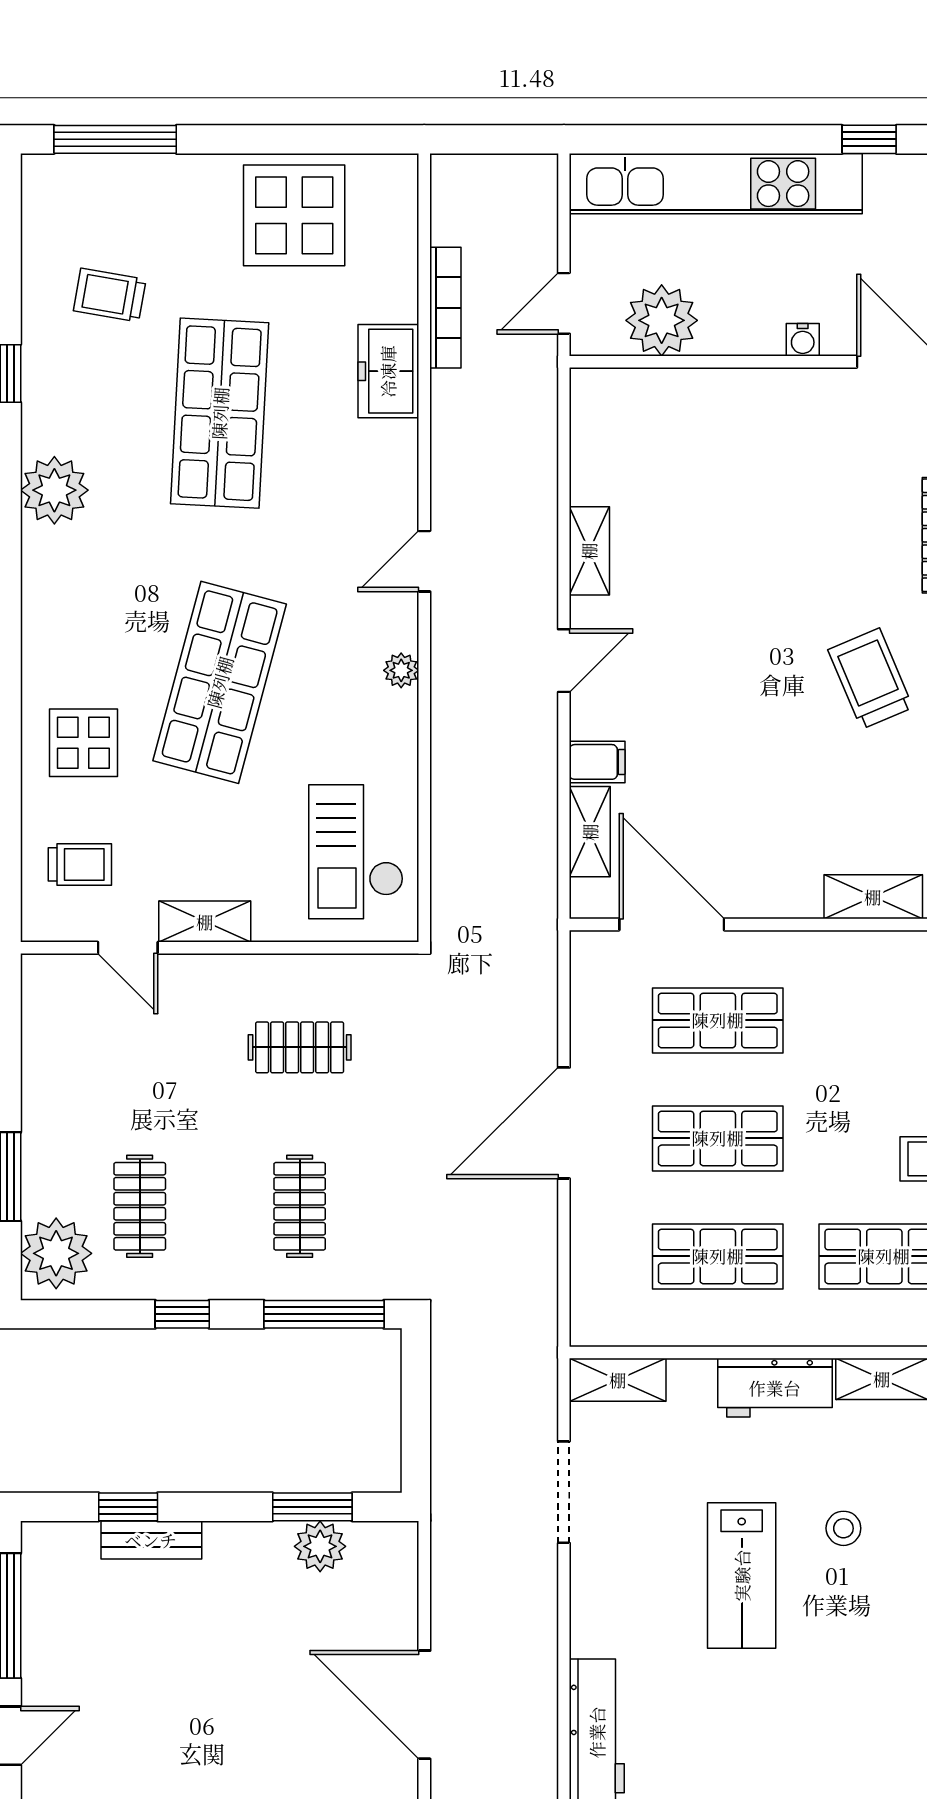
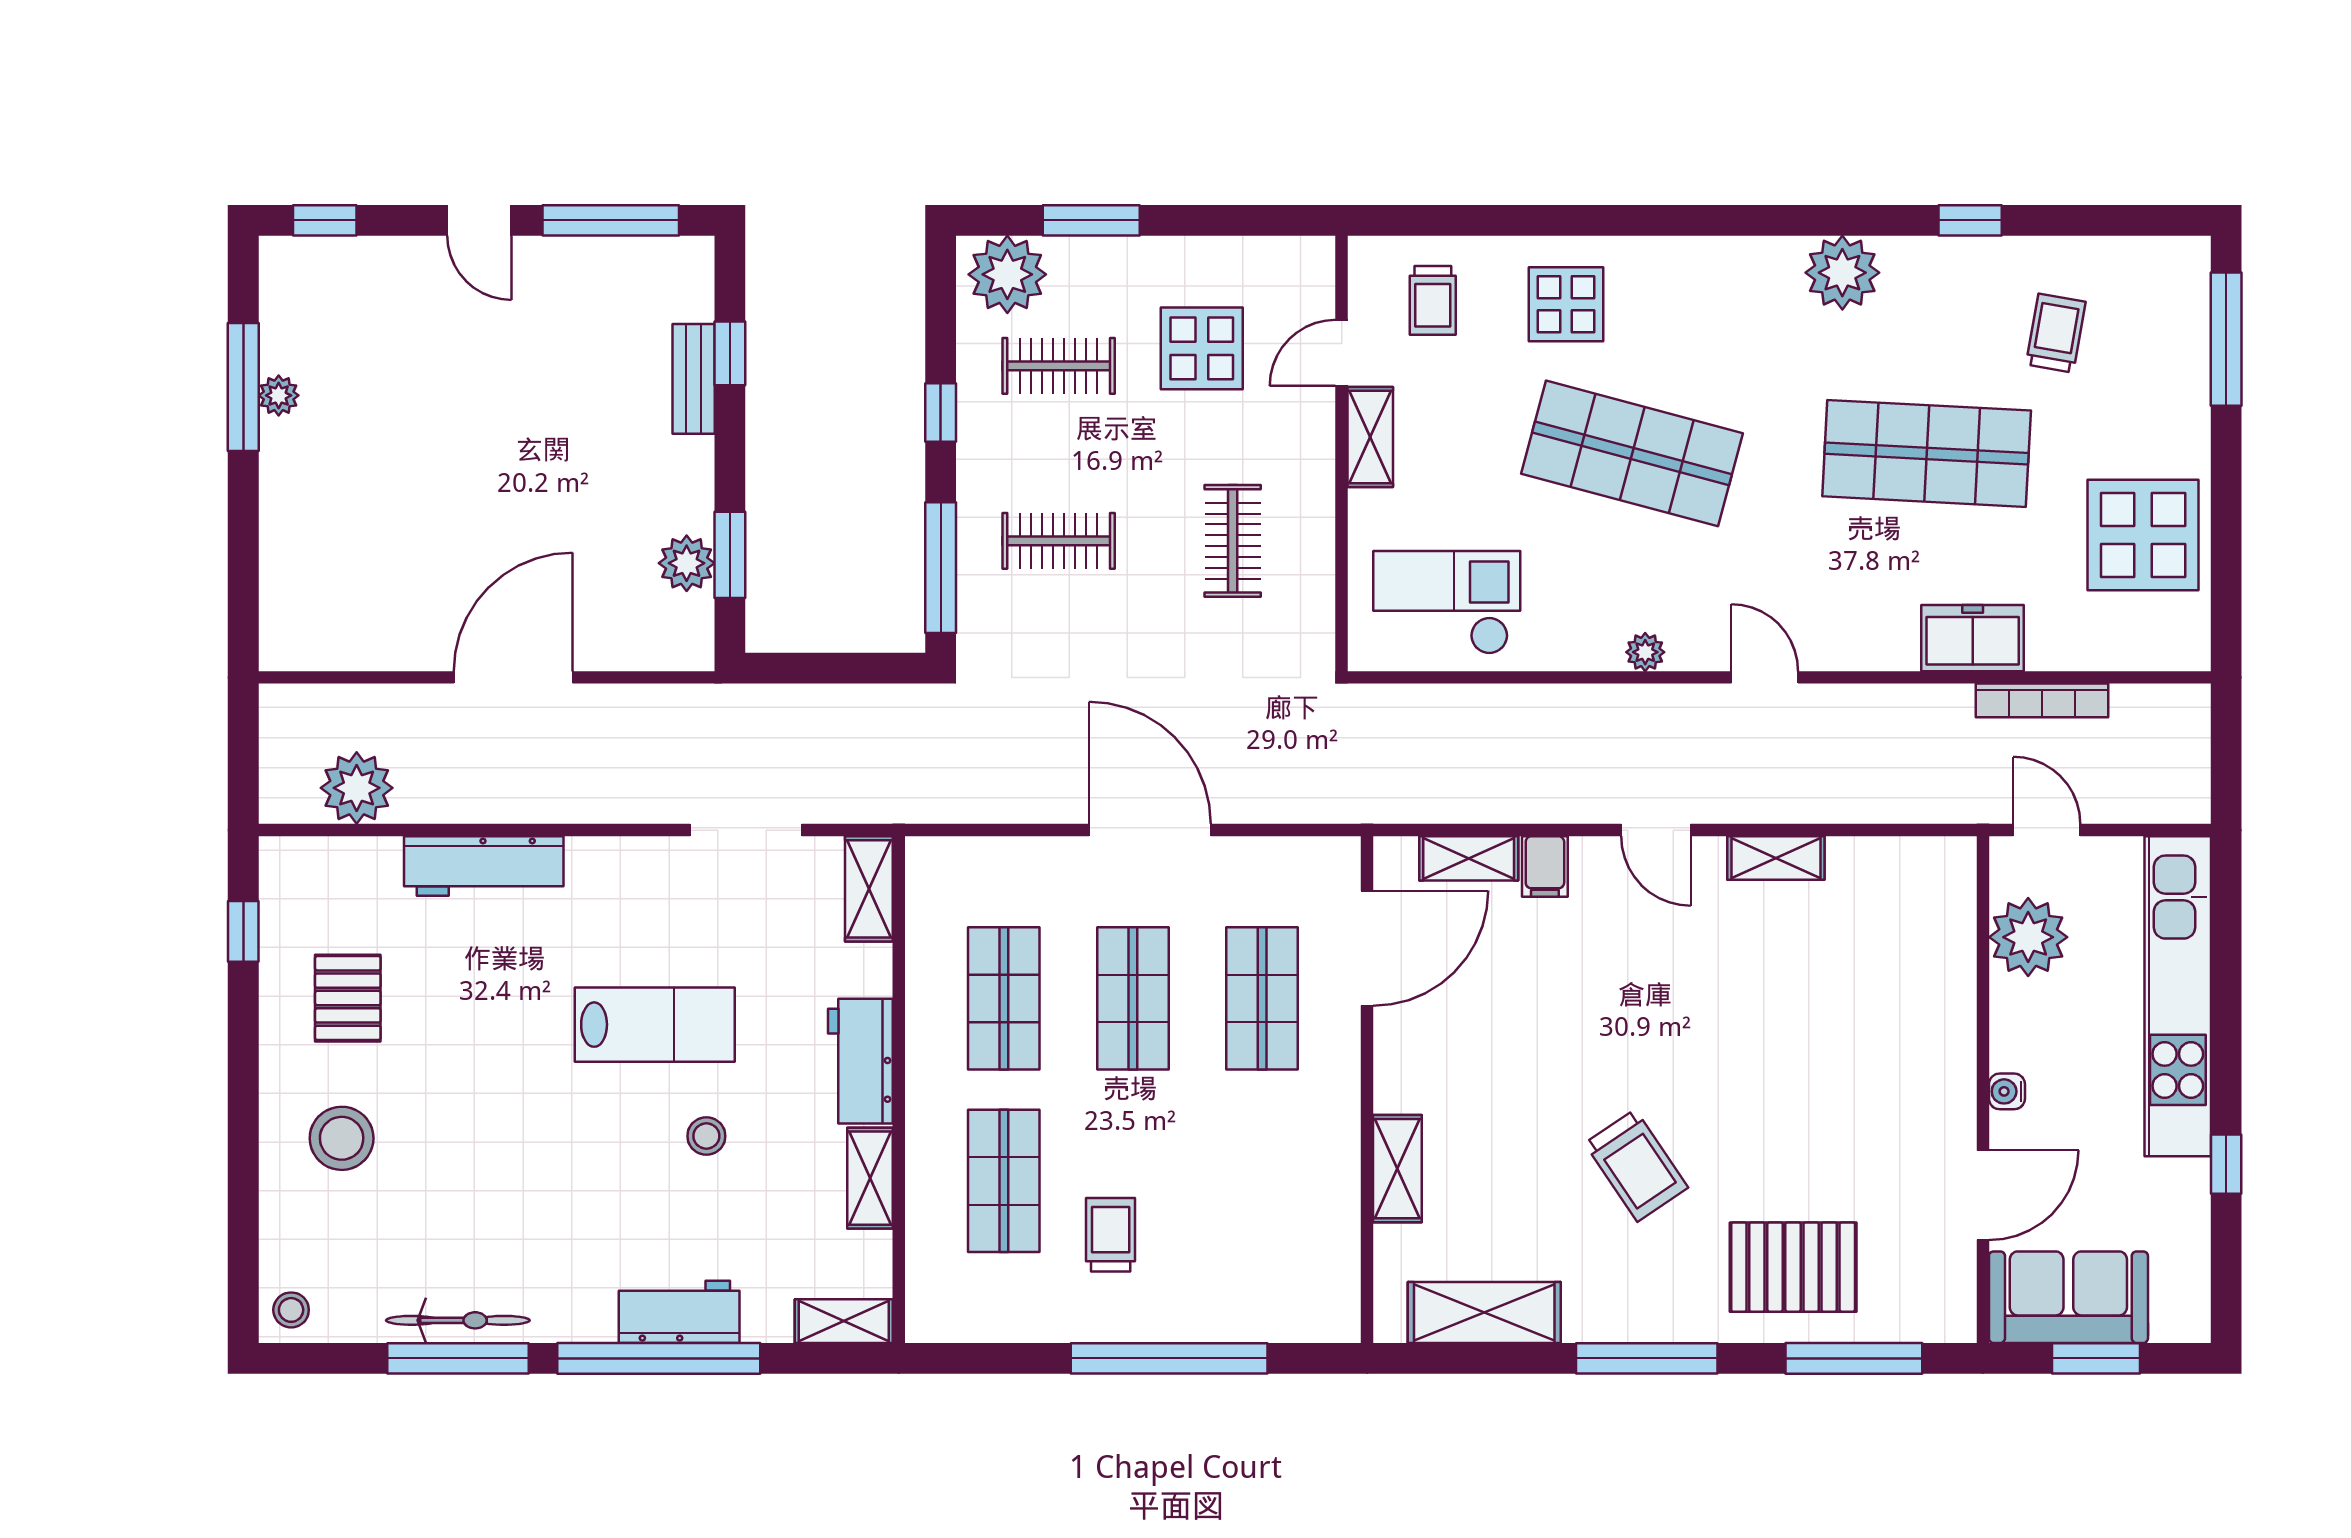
trolley: (870, 679) -> (1636, 1166), turned 79
display table: (124, 1076) -> (1202, 348), added
lab bench: (742, 1575) -> (655, 1025), turned 180

